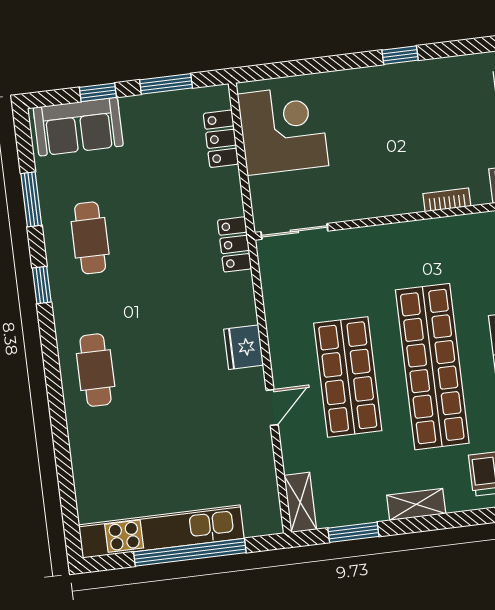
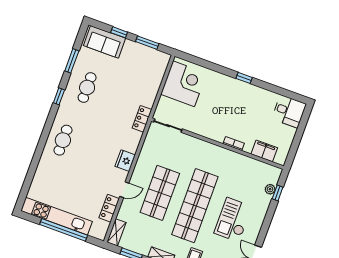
locker: (221, 139) -> (109, 208), moved

